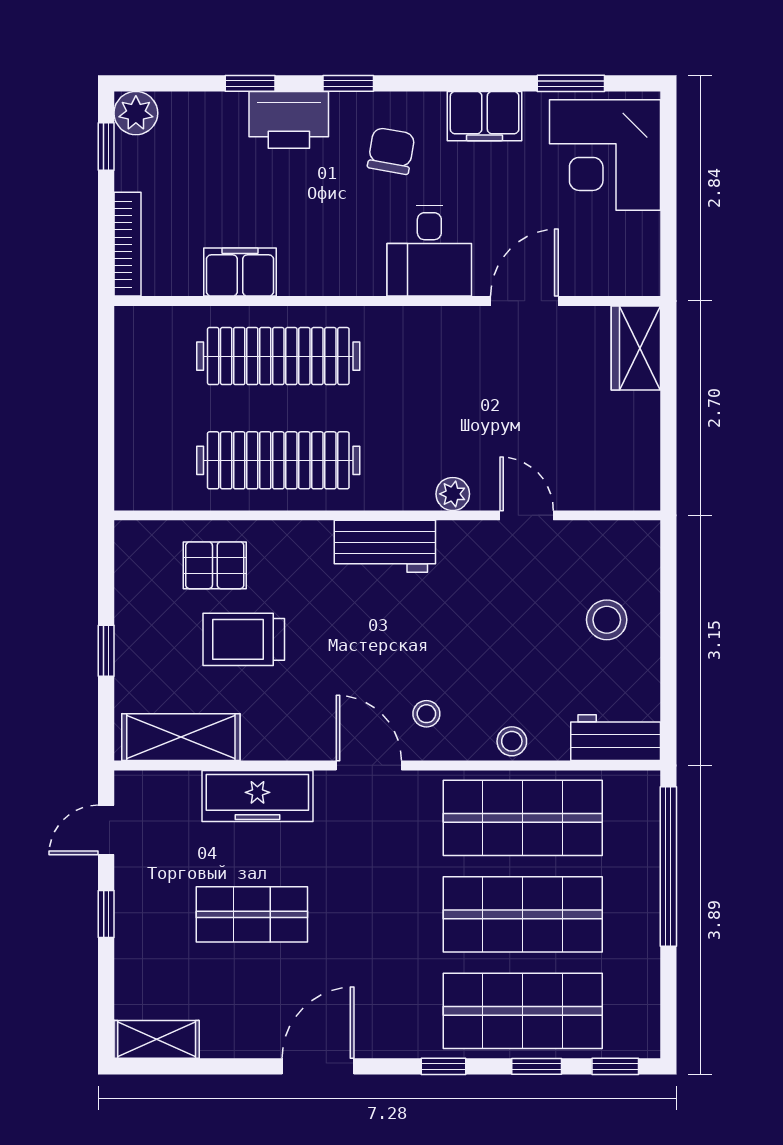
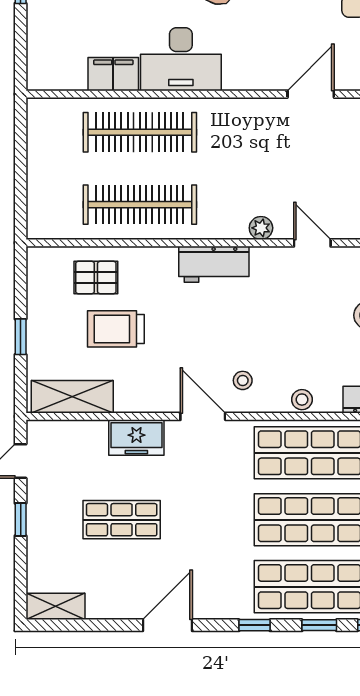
bookcase: (127, 244) -> (35, 55), removed
desk: (429, 251) -> (181, 59), moved, width x1.37
freezer: (257, 796) -> (136, 438), width x0.71

